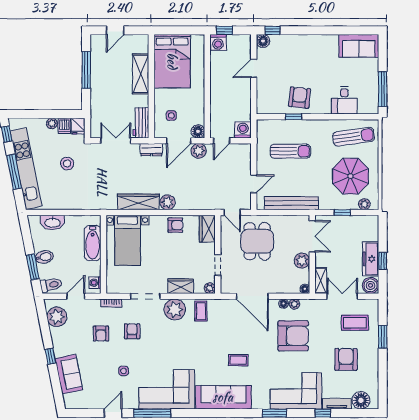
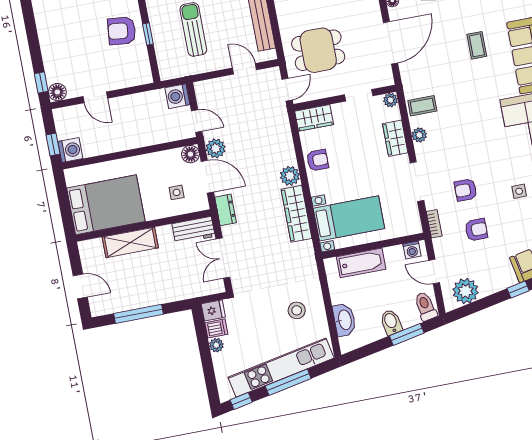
stool: (67, 164) -> (297, 310), moved
armchair: (175, 225) -> (318, 160), turned 90
plant: (175, 309) -> (419, 135), width x0.53, depth x0.53

